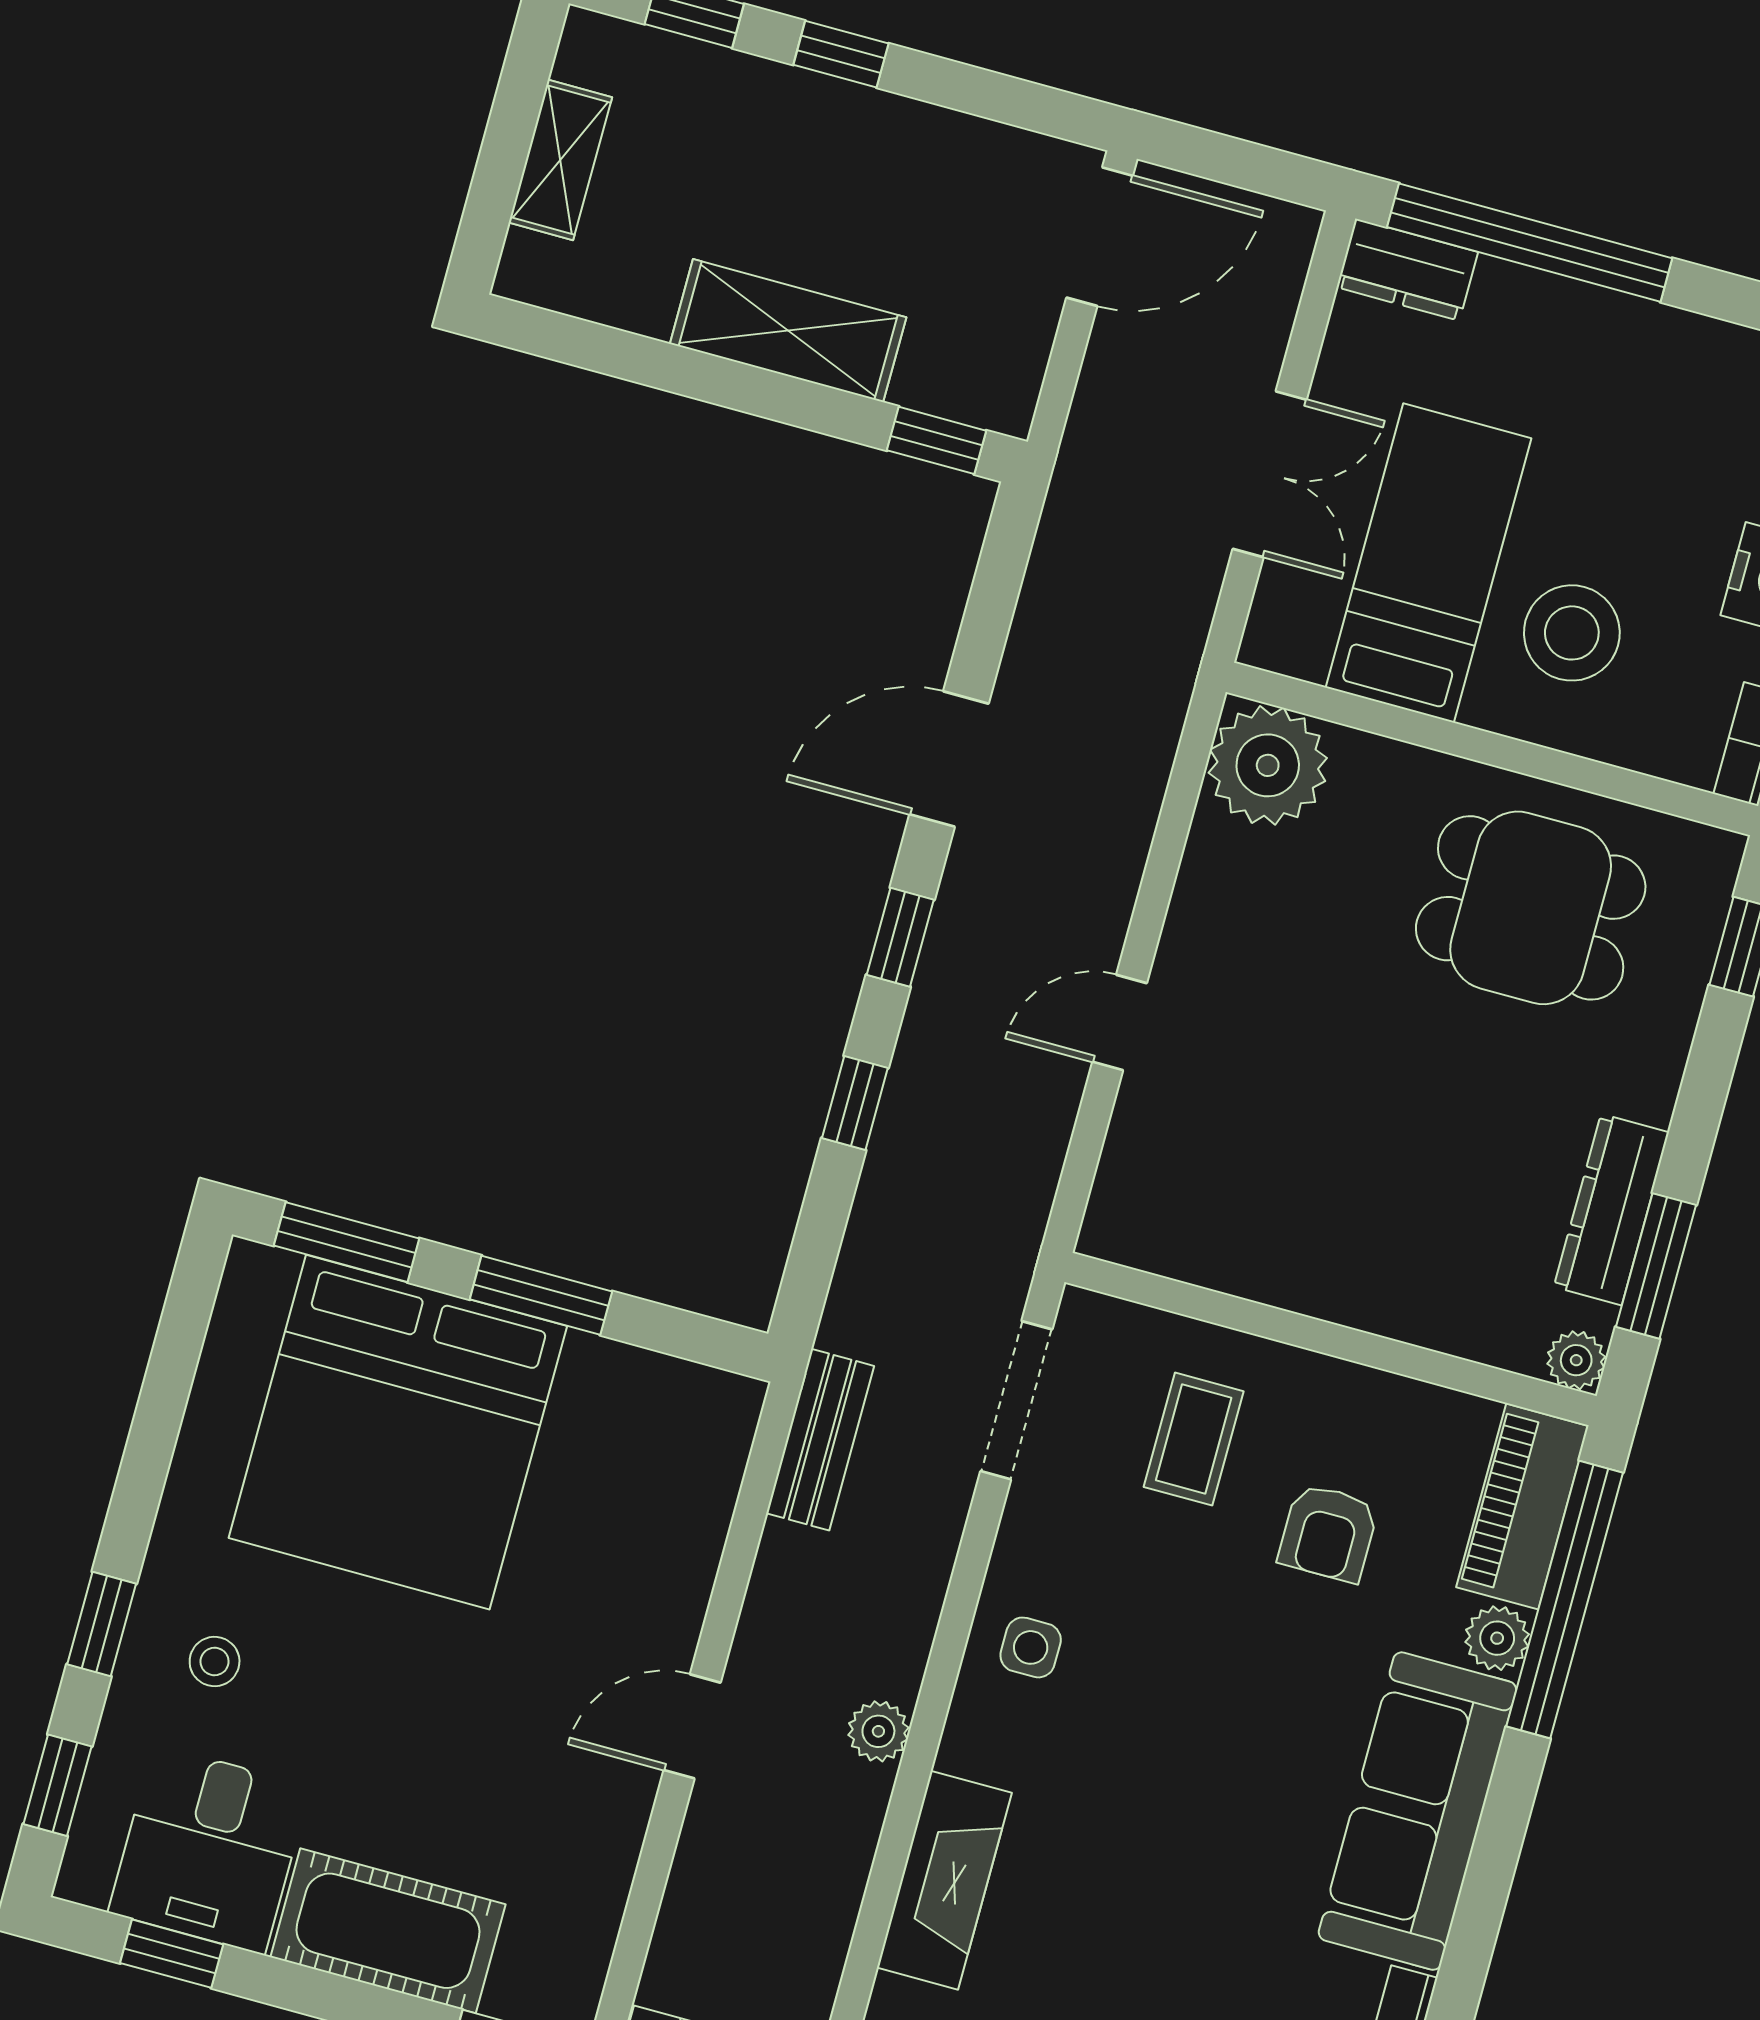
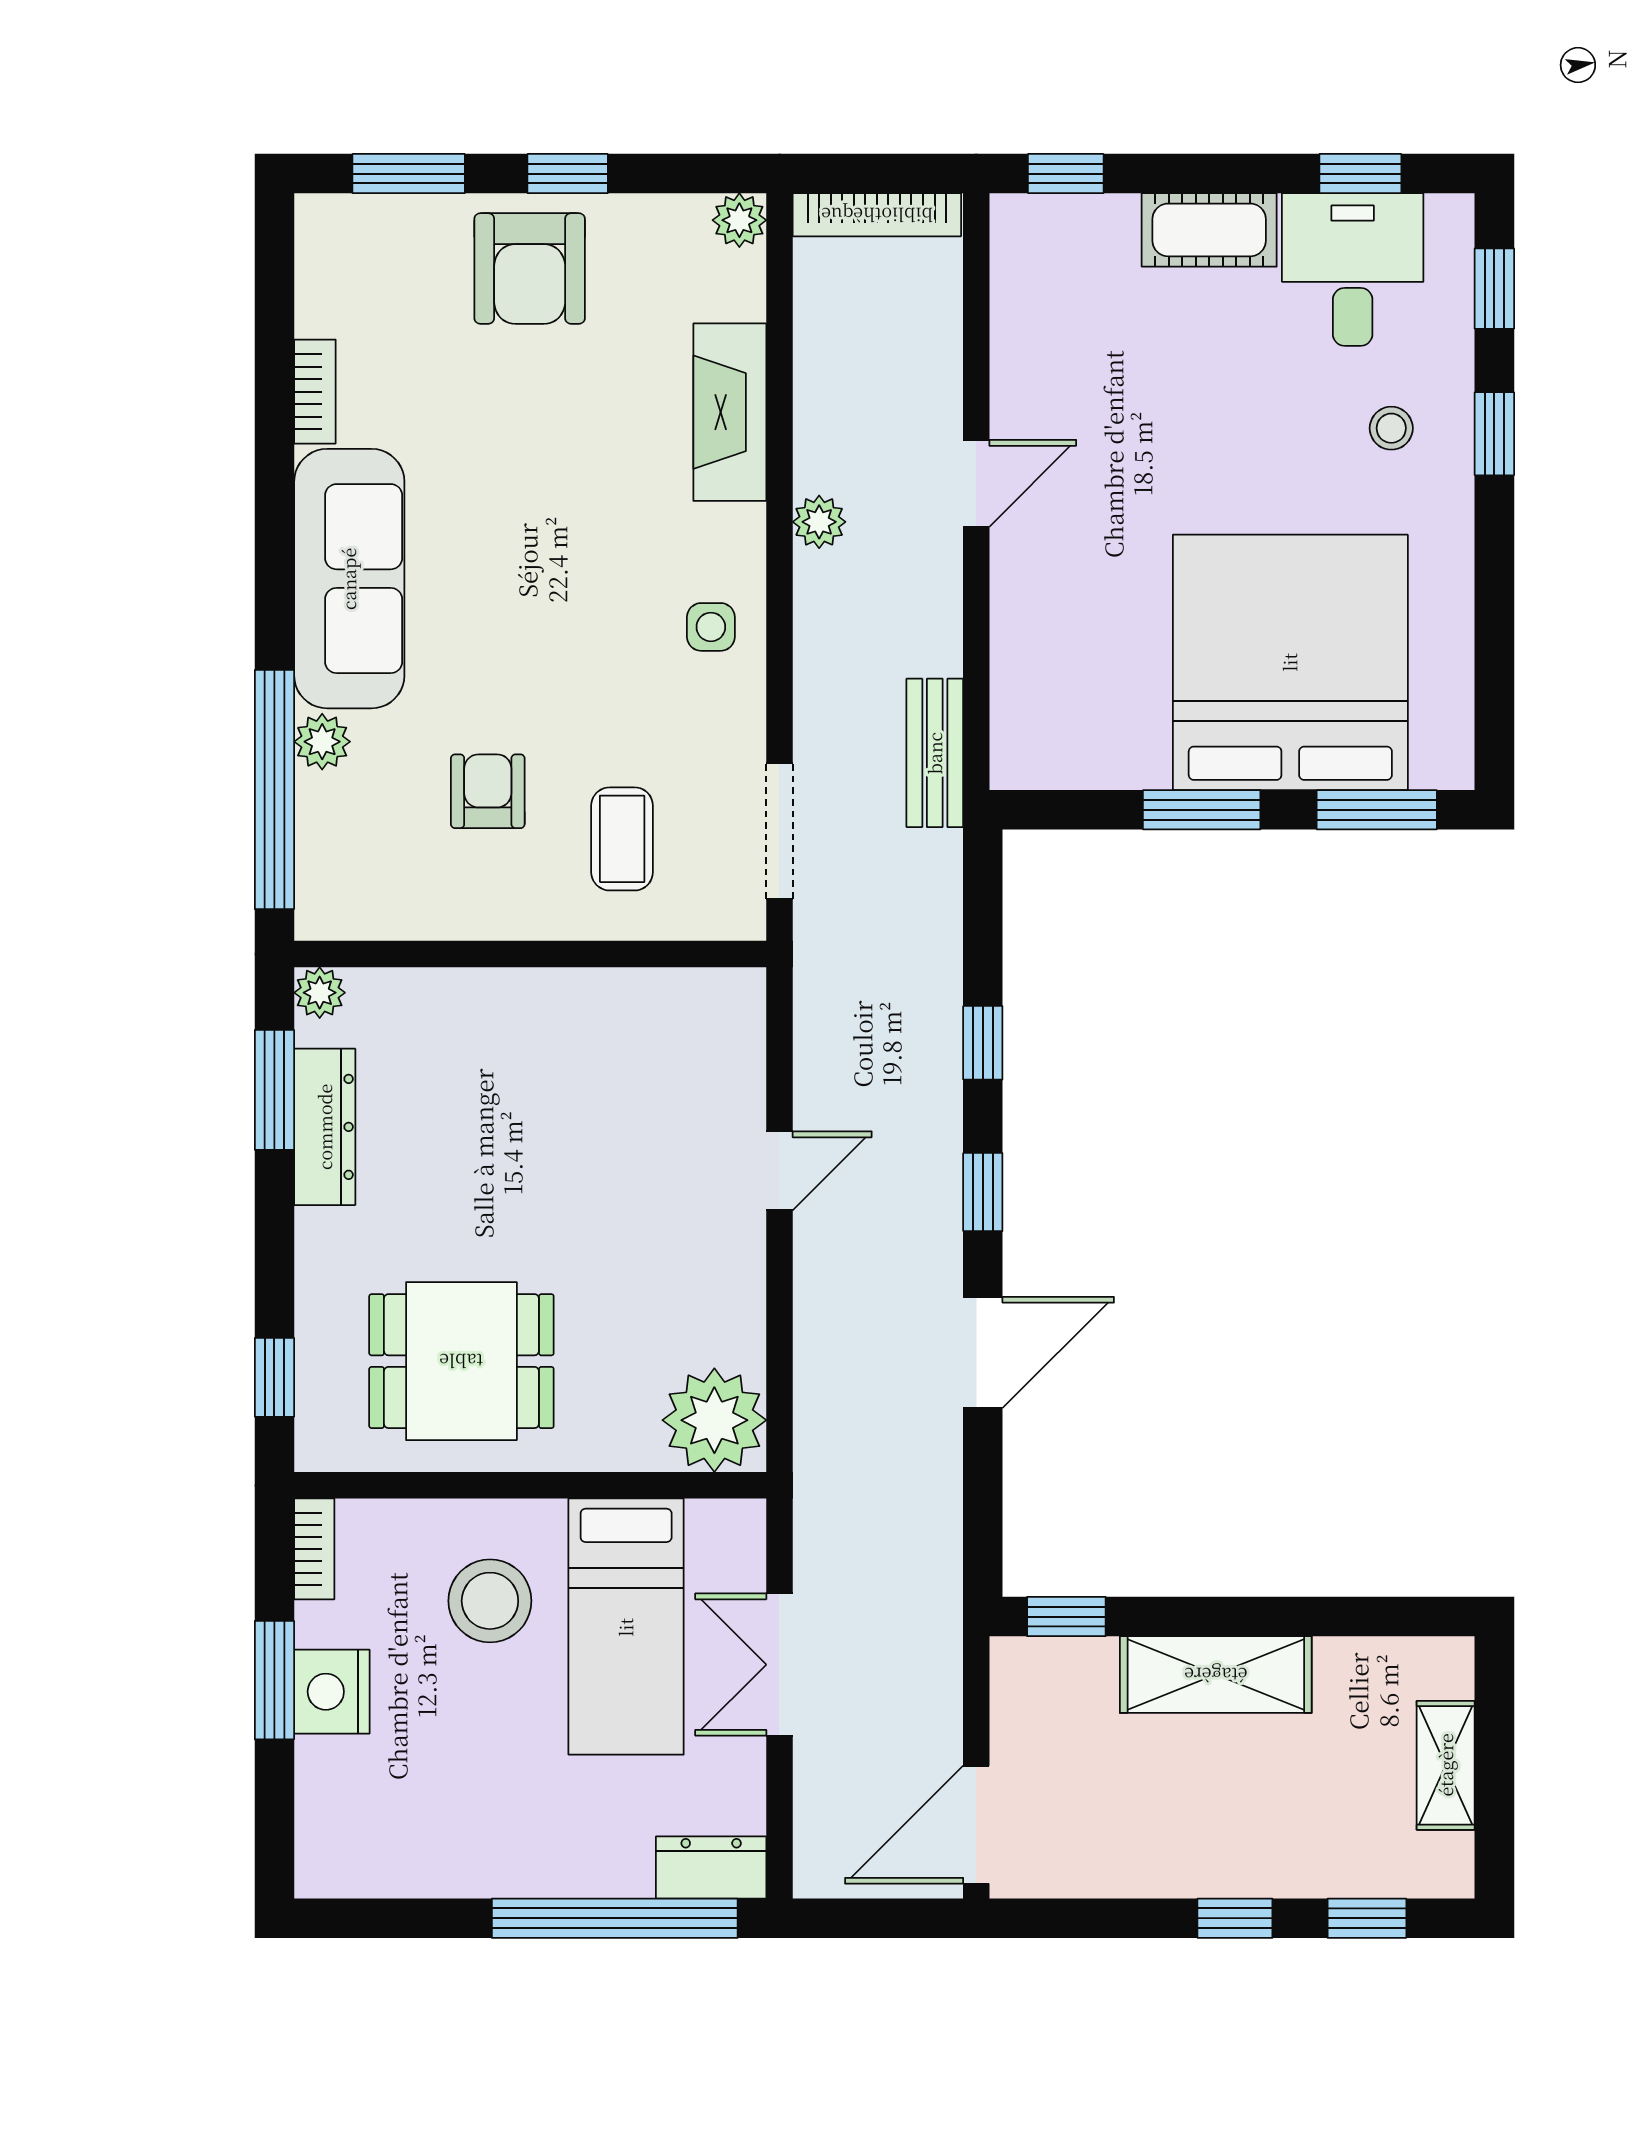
piano: (1522, 1507) -> (331, 858), removed
cot: (388, 1931) -> (1209, 230), width x0.73, depth x0.75

